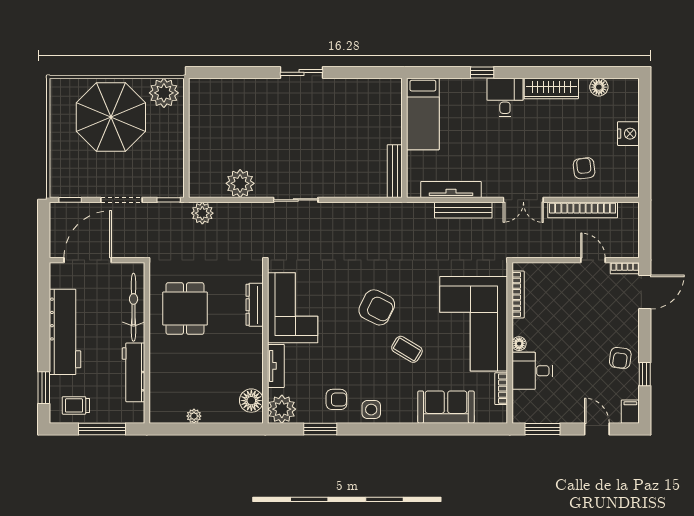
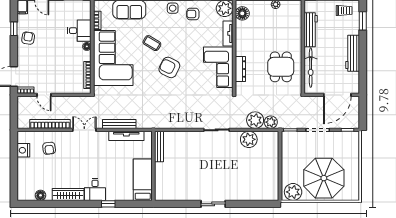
nightstand: (628, 134) -> (23, 150), moved
plant: (229, 217) -> (255, 120), added
workbench: (65, 332) -> (353, 53), width x0.73, depth x0.76

